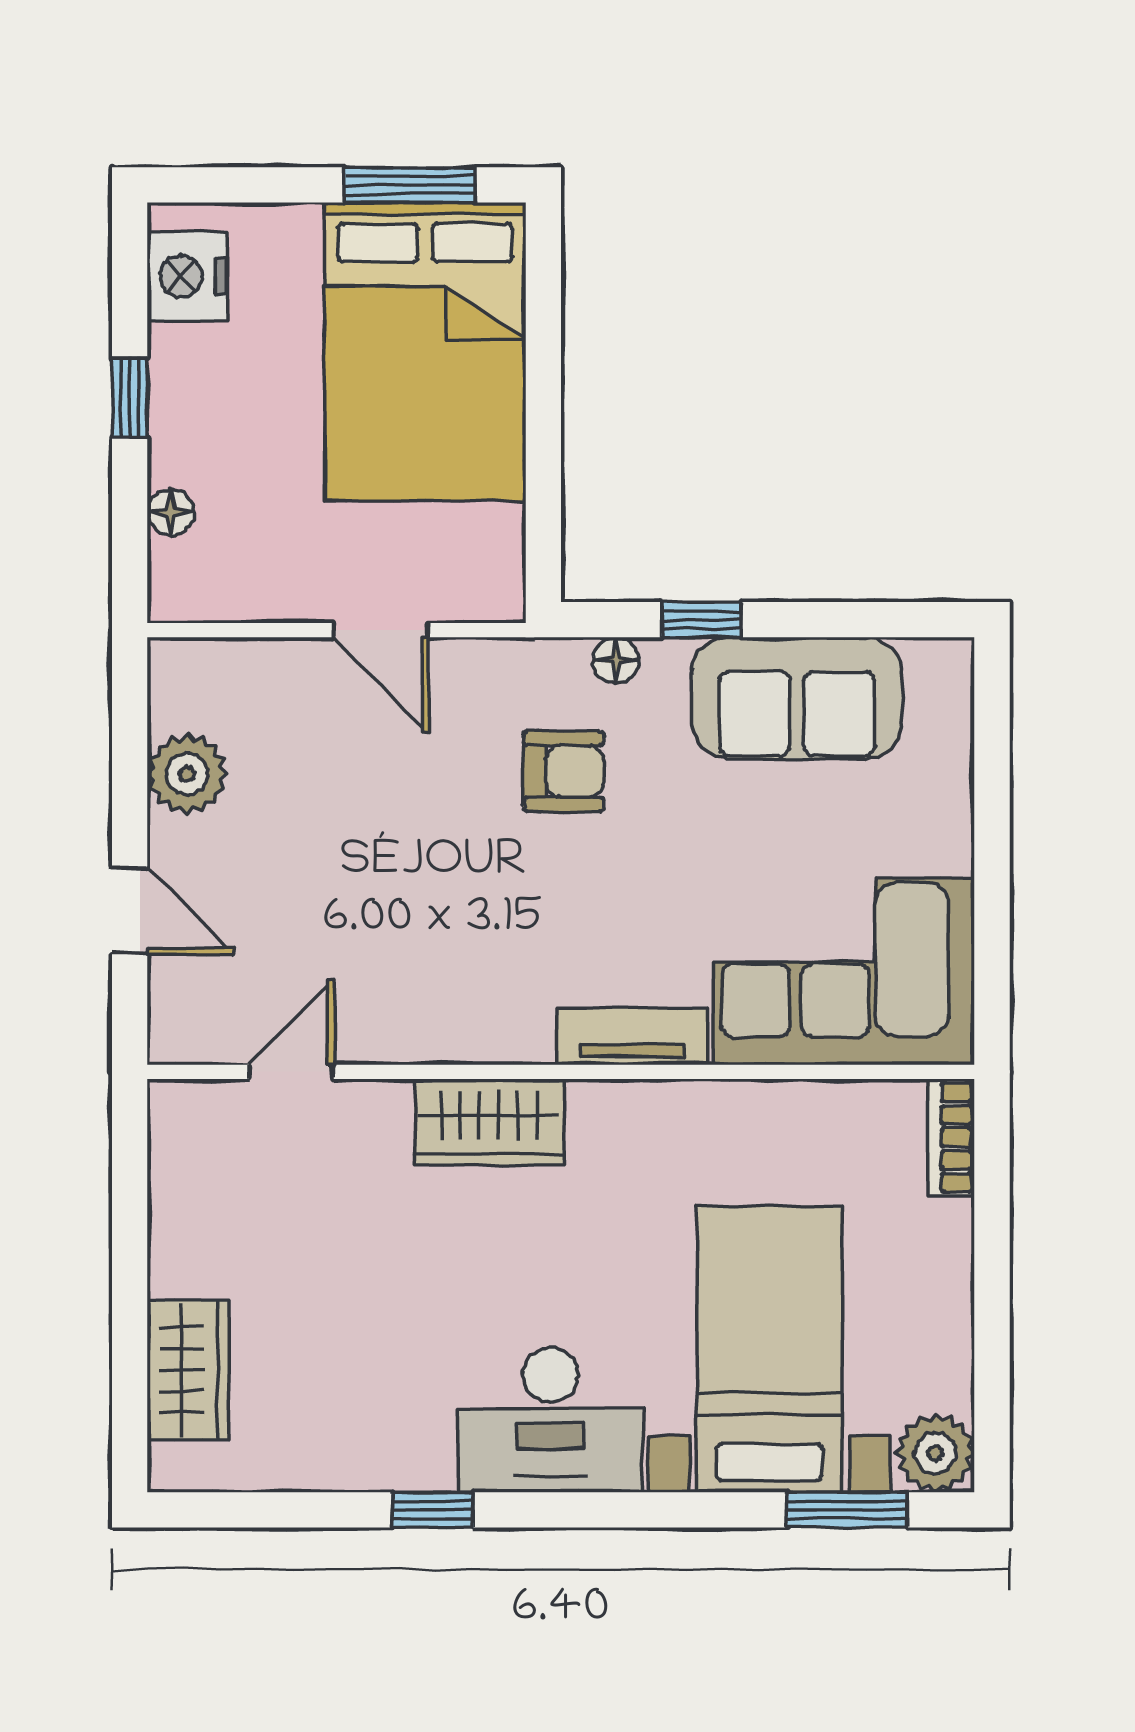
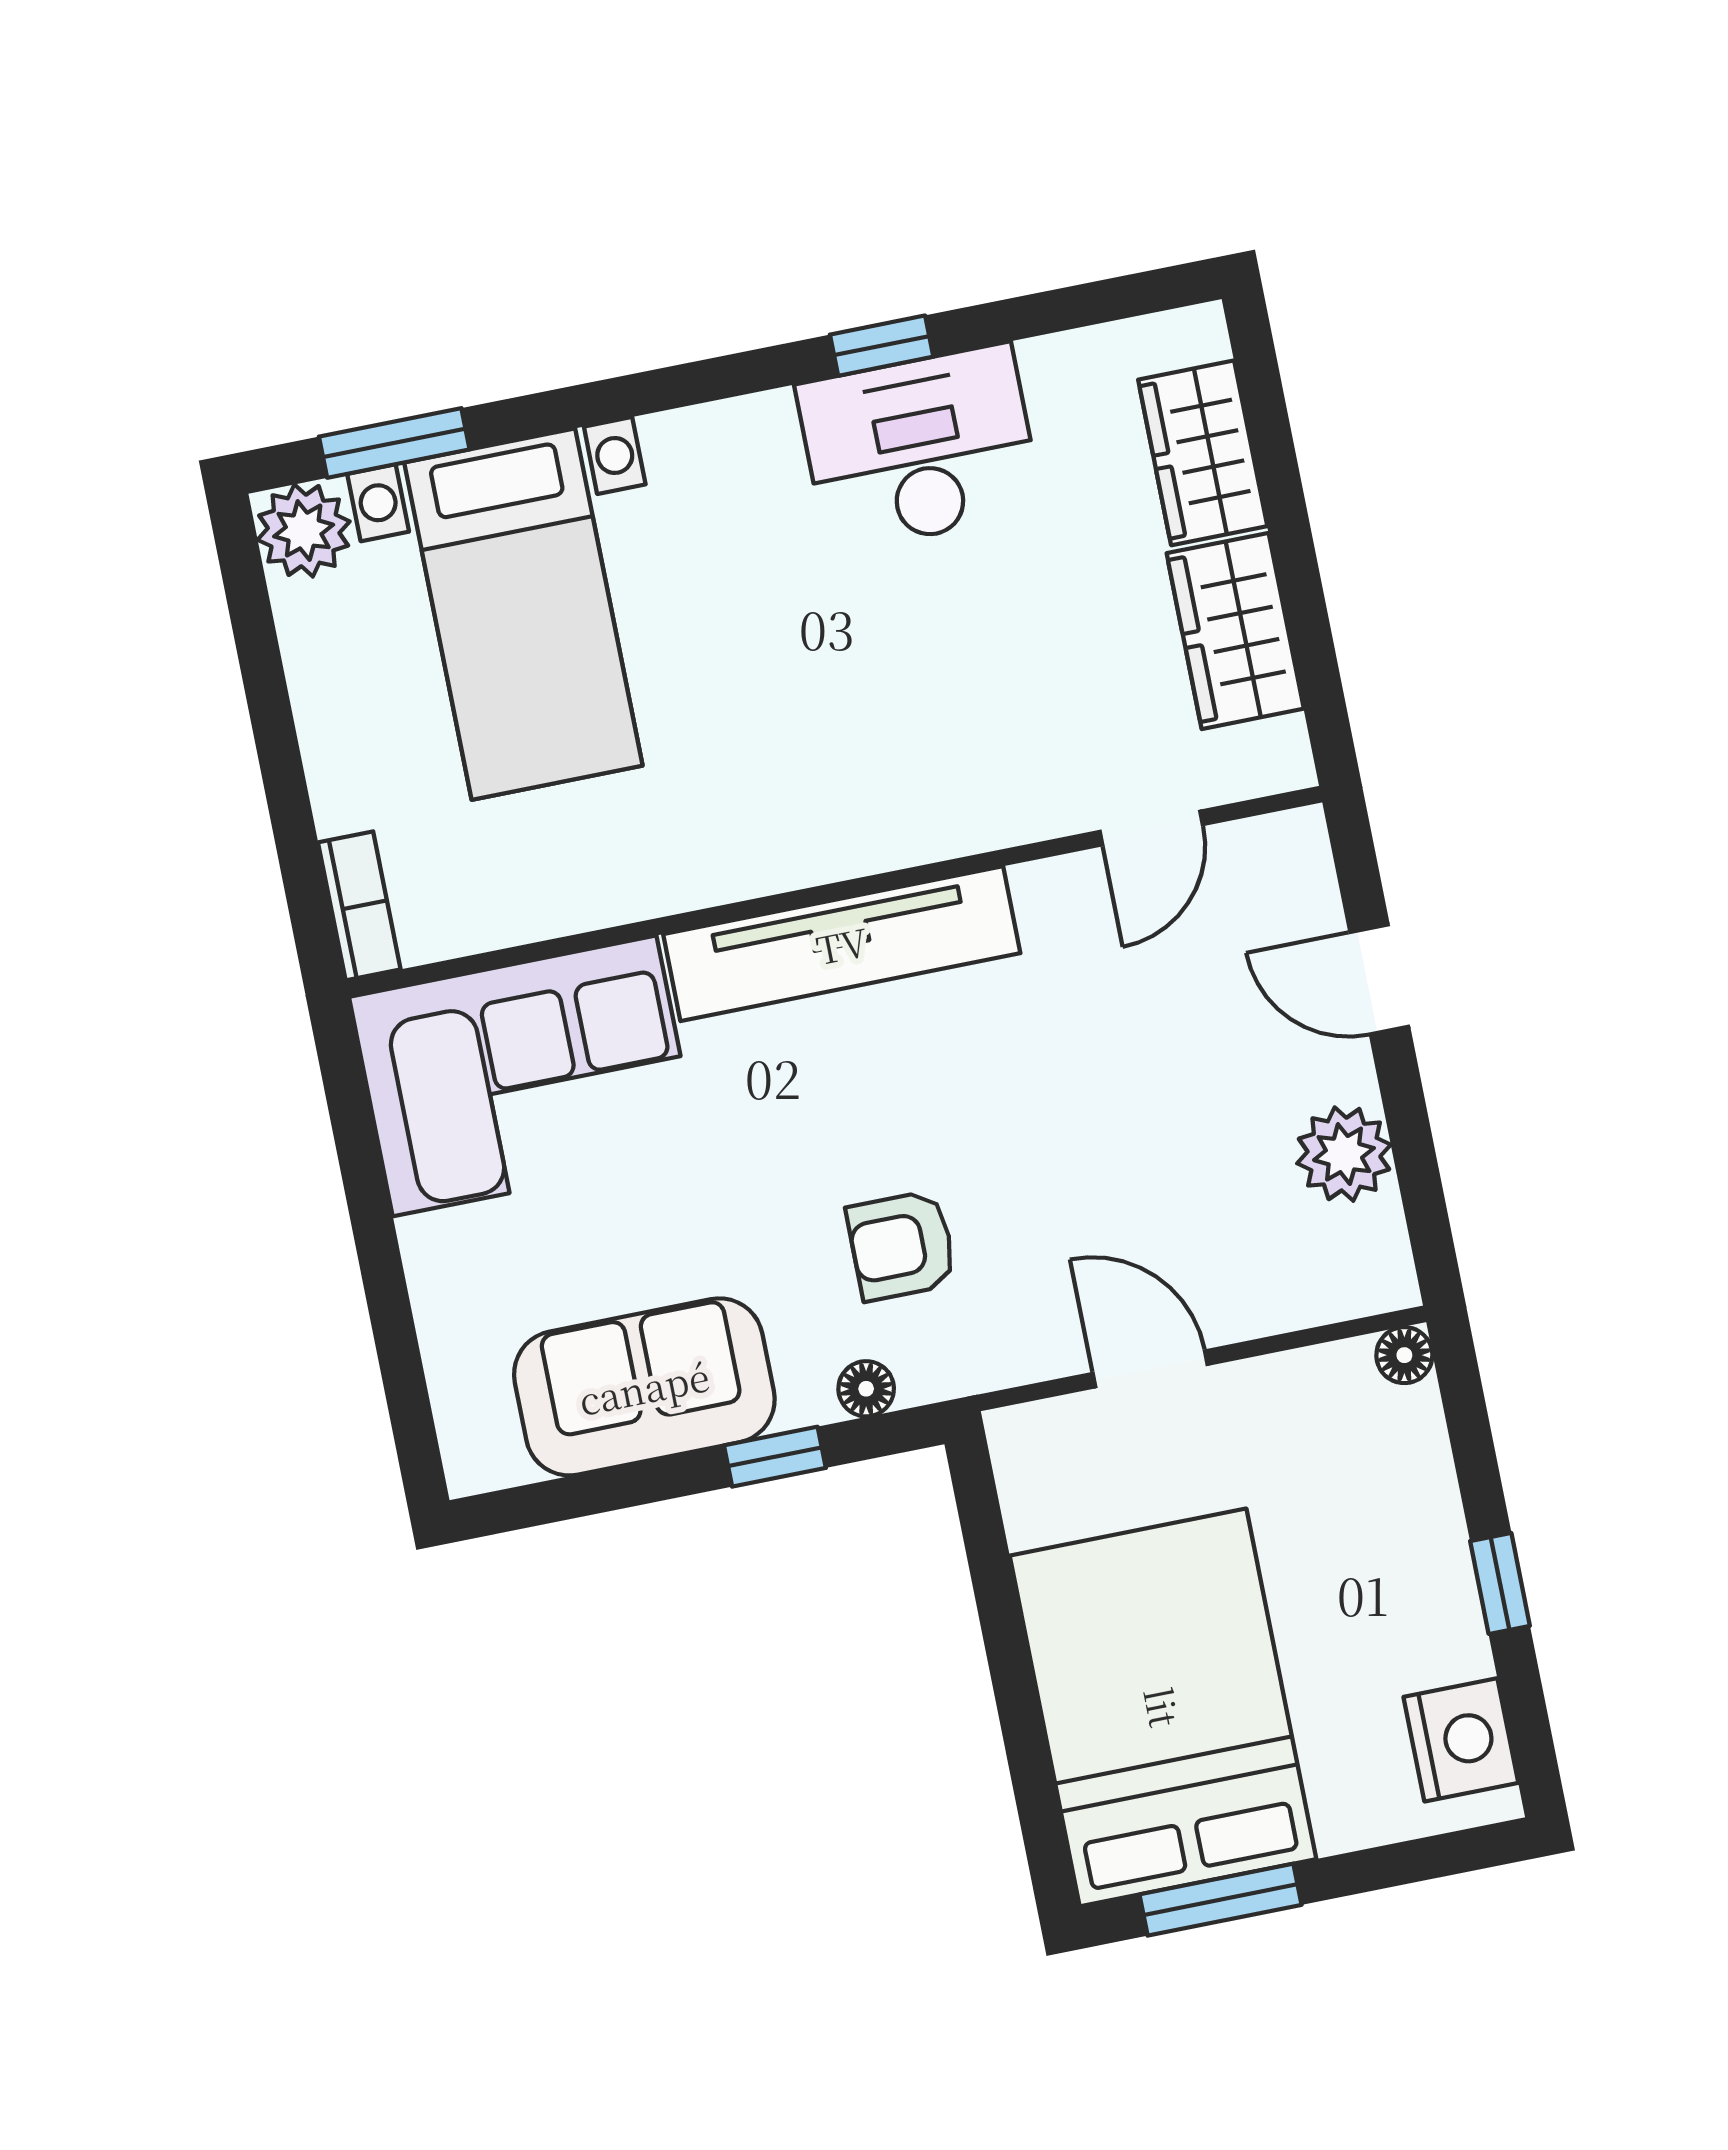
floor lamp: (171, 512) -> (1404, 1355), moved
tv unit: (632, 1036) -> (842, 944), width x1.92, depth x1.29
wardrobe: (489, 1122) -> (1235, 631), moved, turned -90
desk: (550, 1420) -> (919, 448), moved

